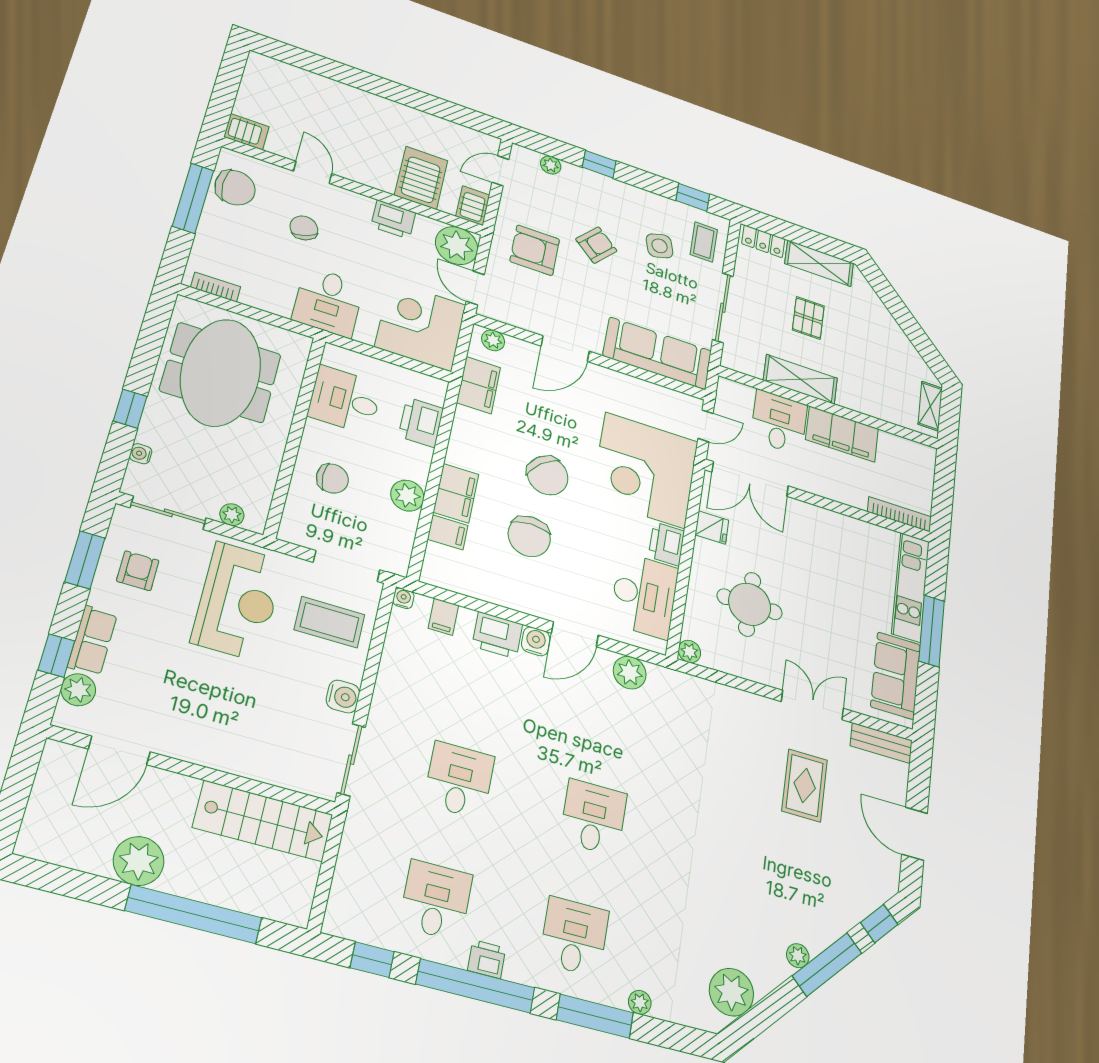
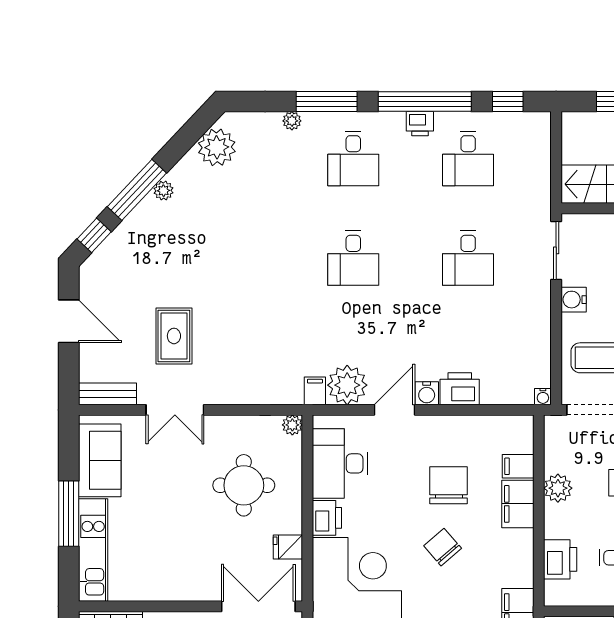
chair: (548, 475) -> (443, 547), width x0.73, depth x0.73
filing cabinet: (443, 617) -> (315, 391), moved
plant: (630, 673) -> (347, 385), width x1.36, depth x1.36

